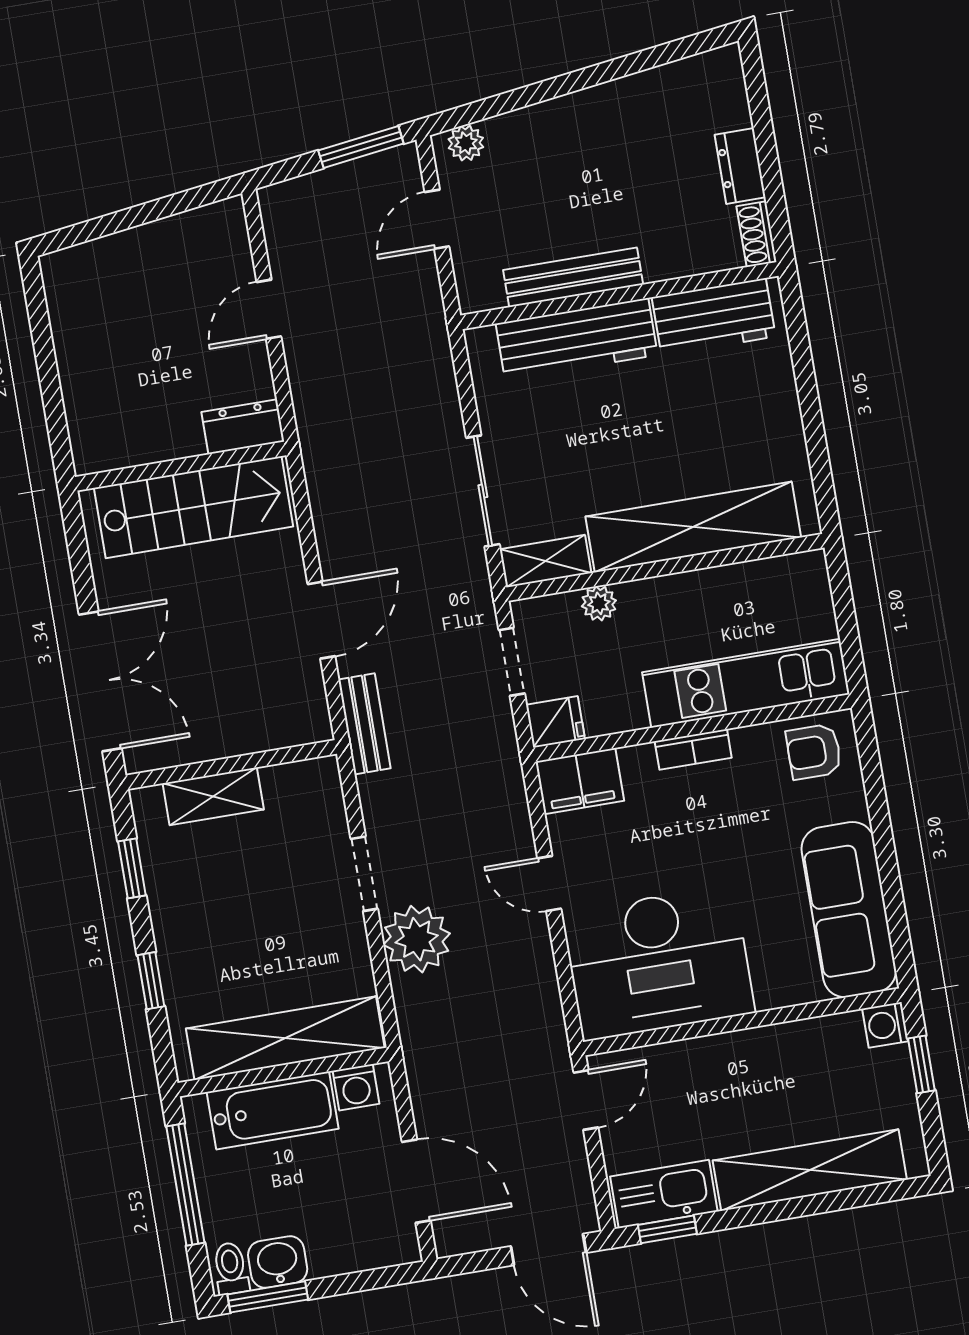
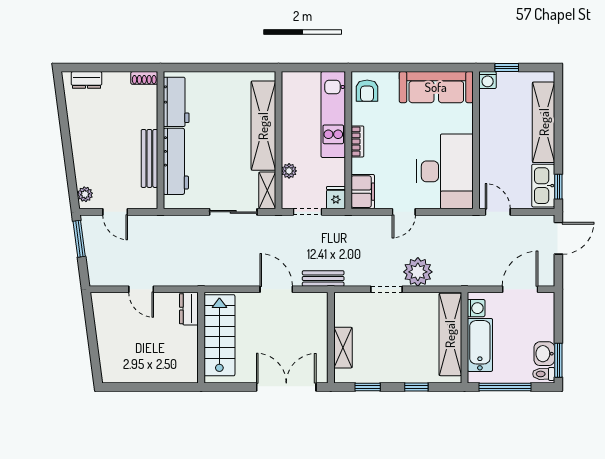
dresser: (740, 166) -> (86, 80), moved

